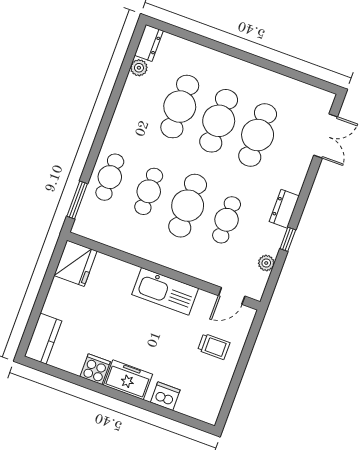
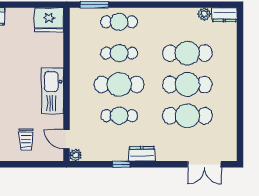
plant: (266, 263) -> (76, 155), moved

